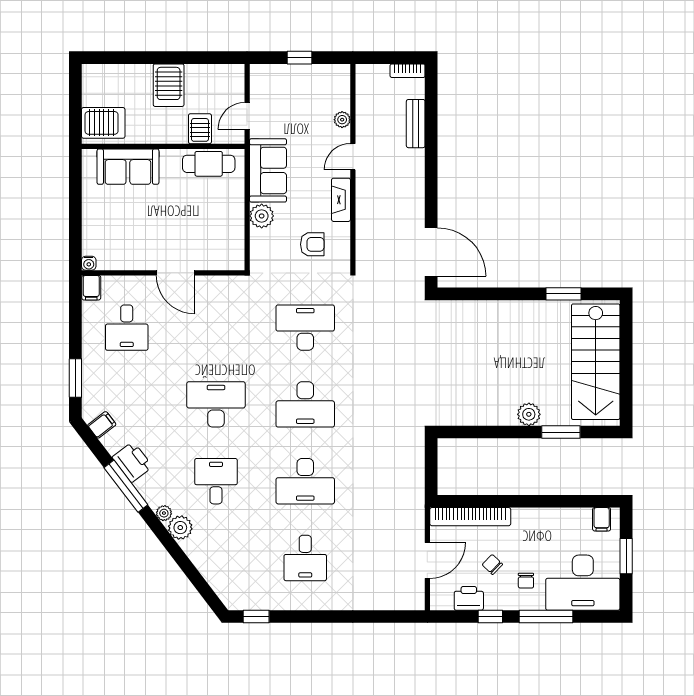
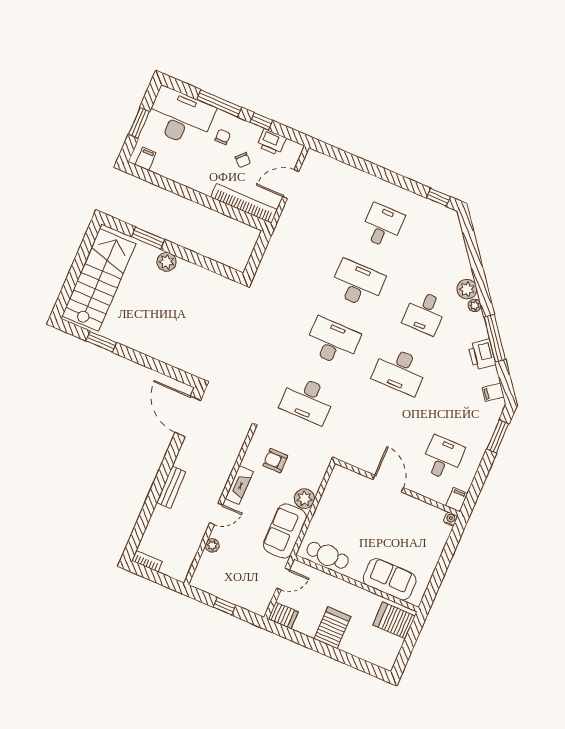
bench: (416, 124) -> (171, 487), moved
server rack: (200, 129) -> (283, 616), moved, turned -90

